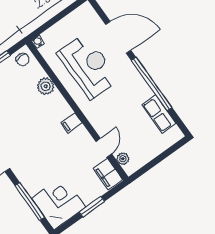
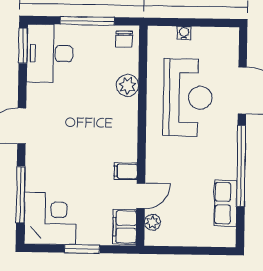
water cooler: (38, 42) -> (184, 33), moved
filing cabinet: (71, 123) -> (126, 171), moved

